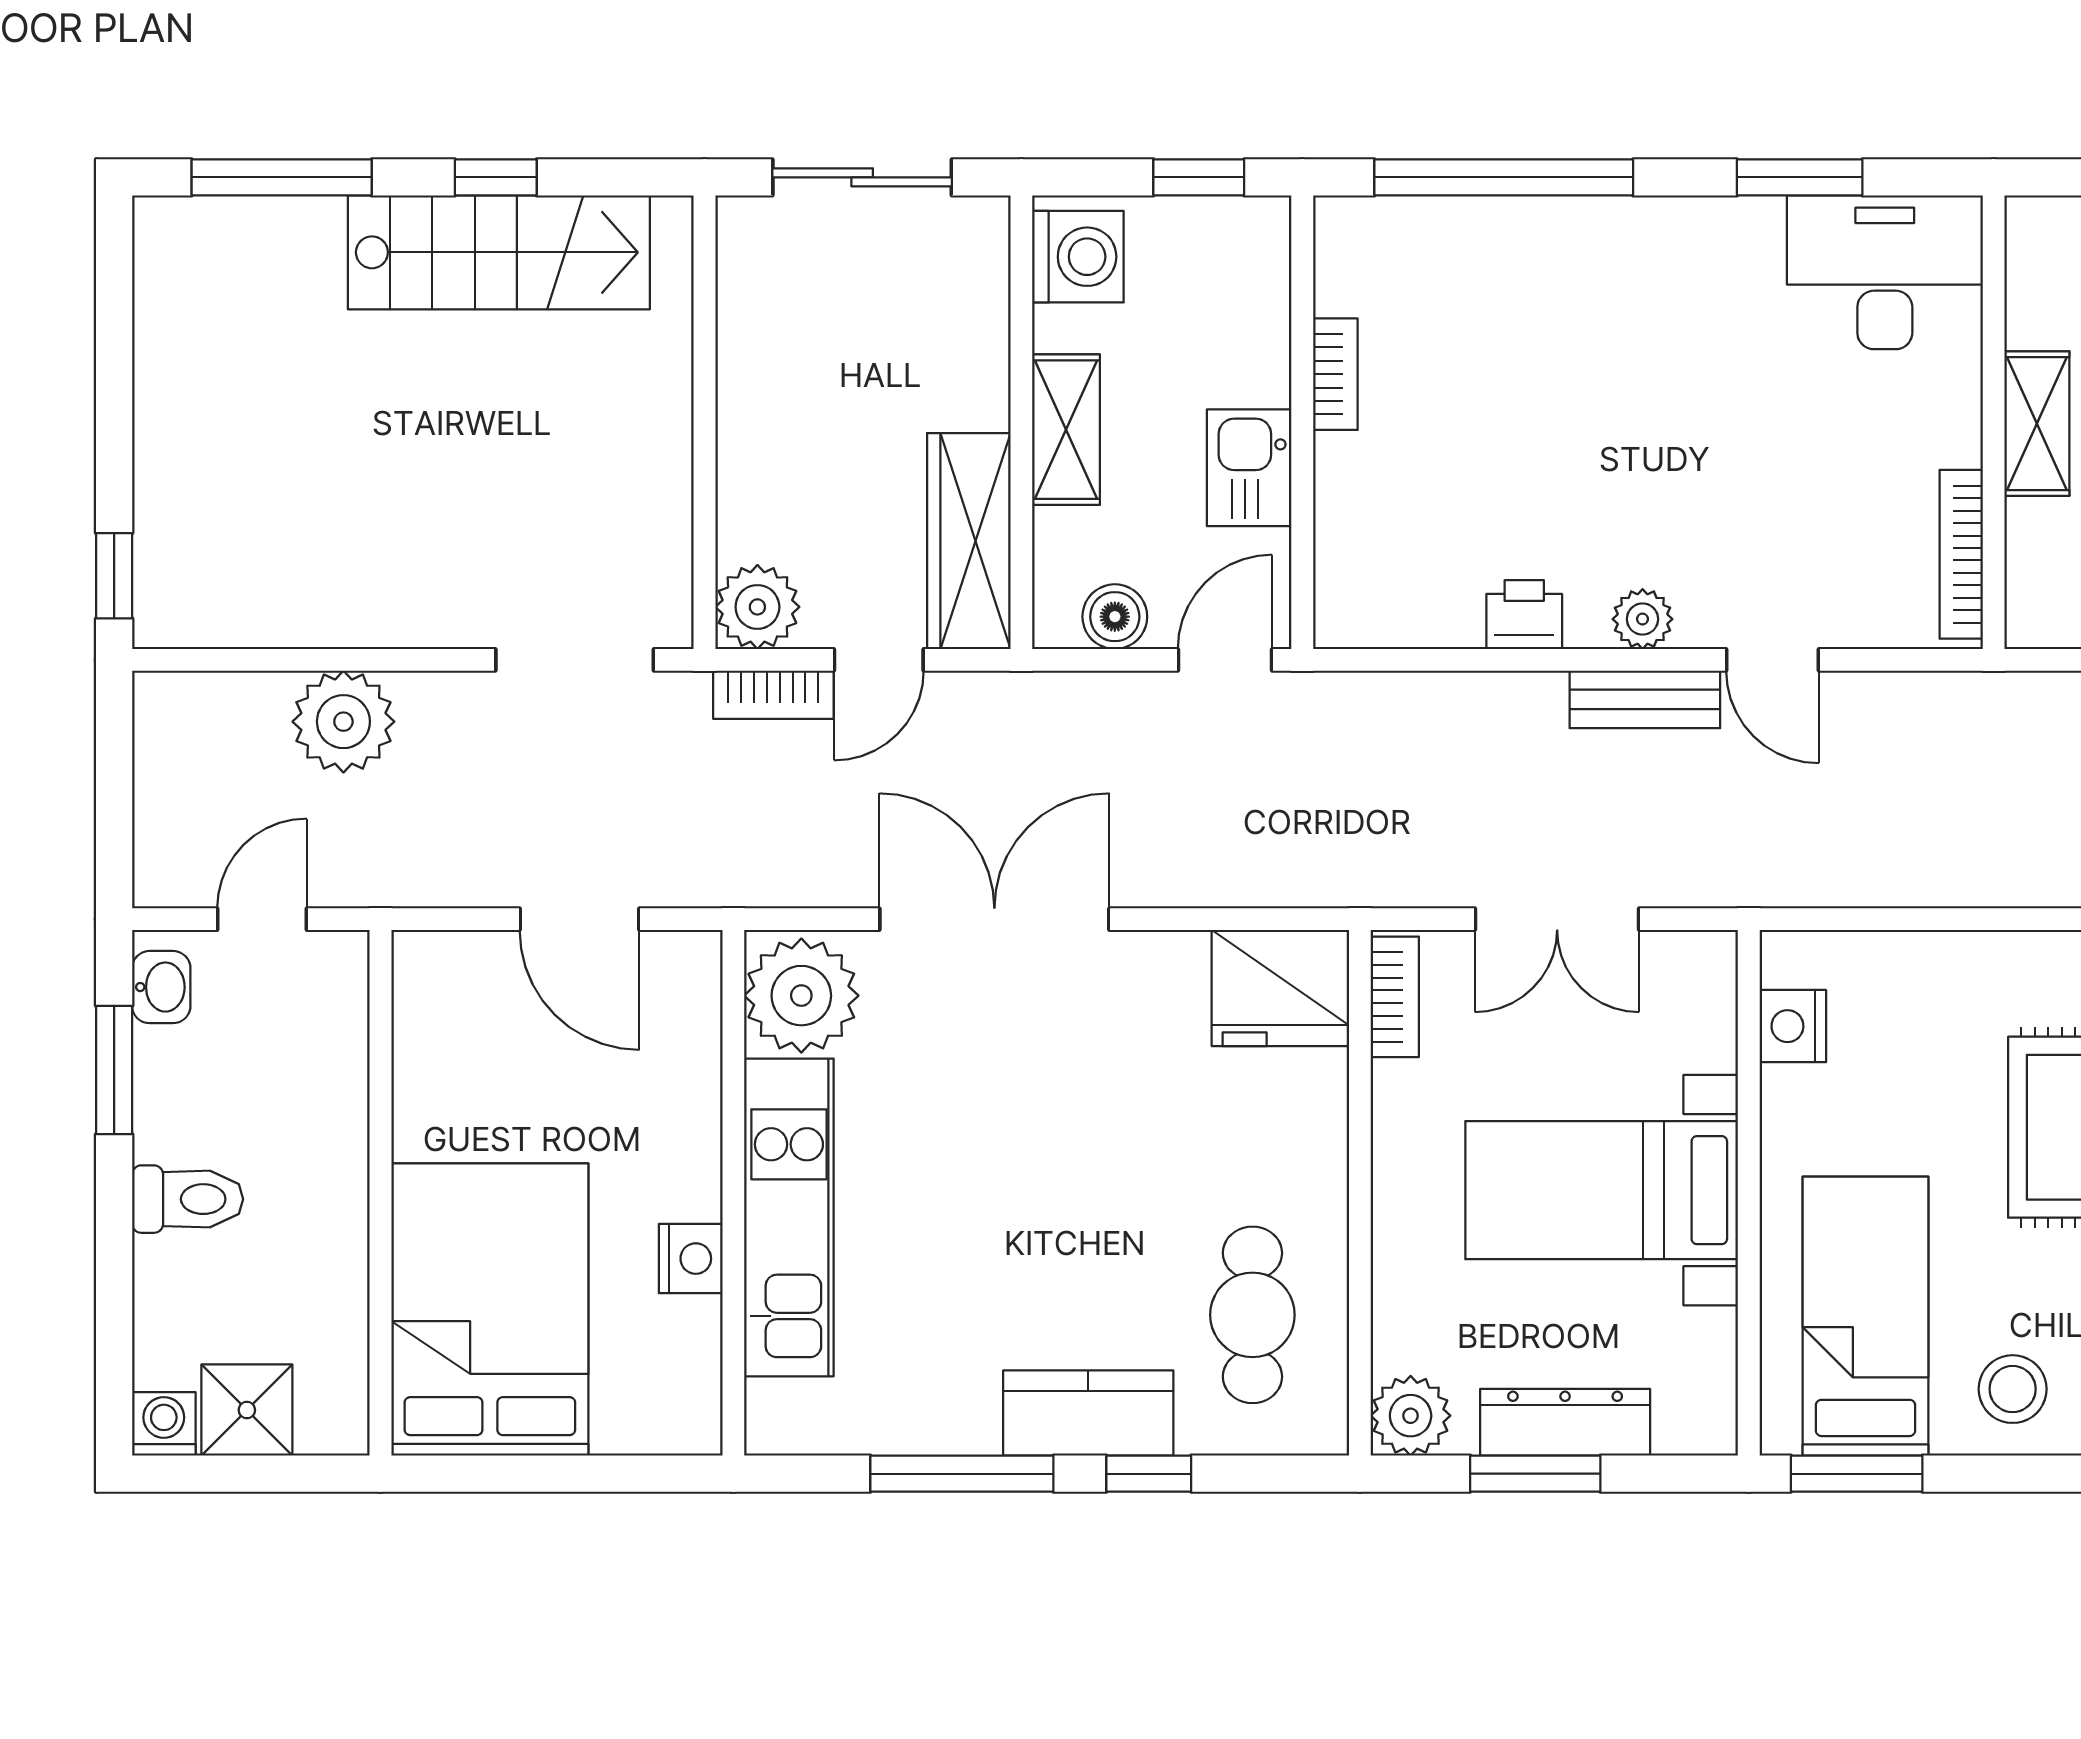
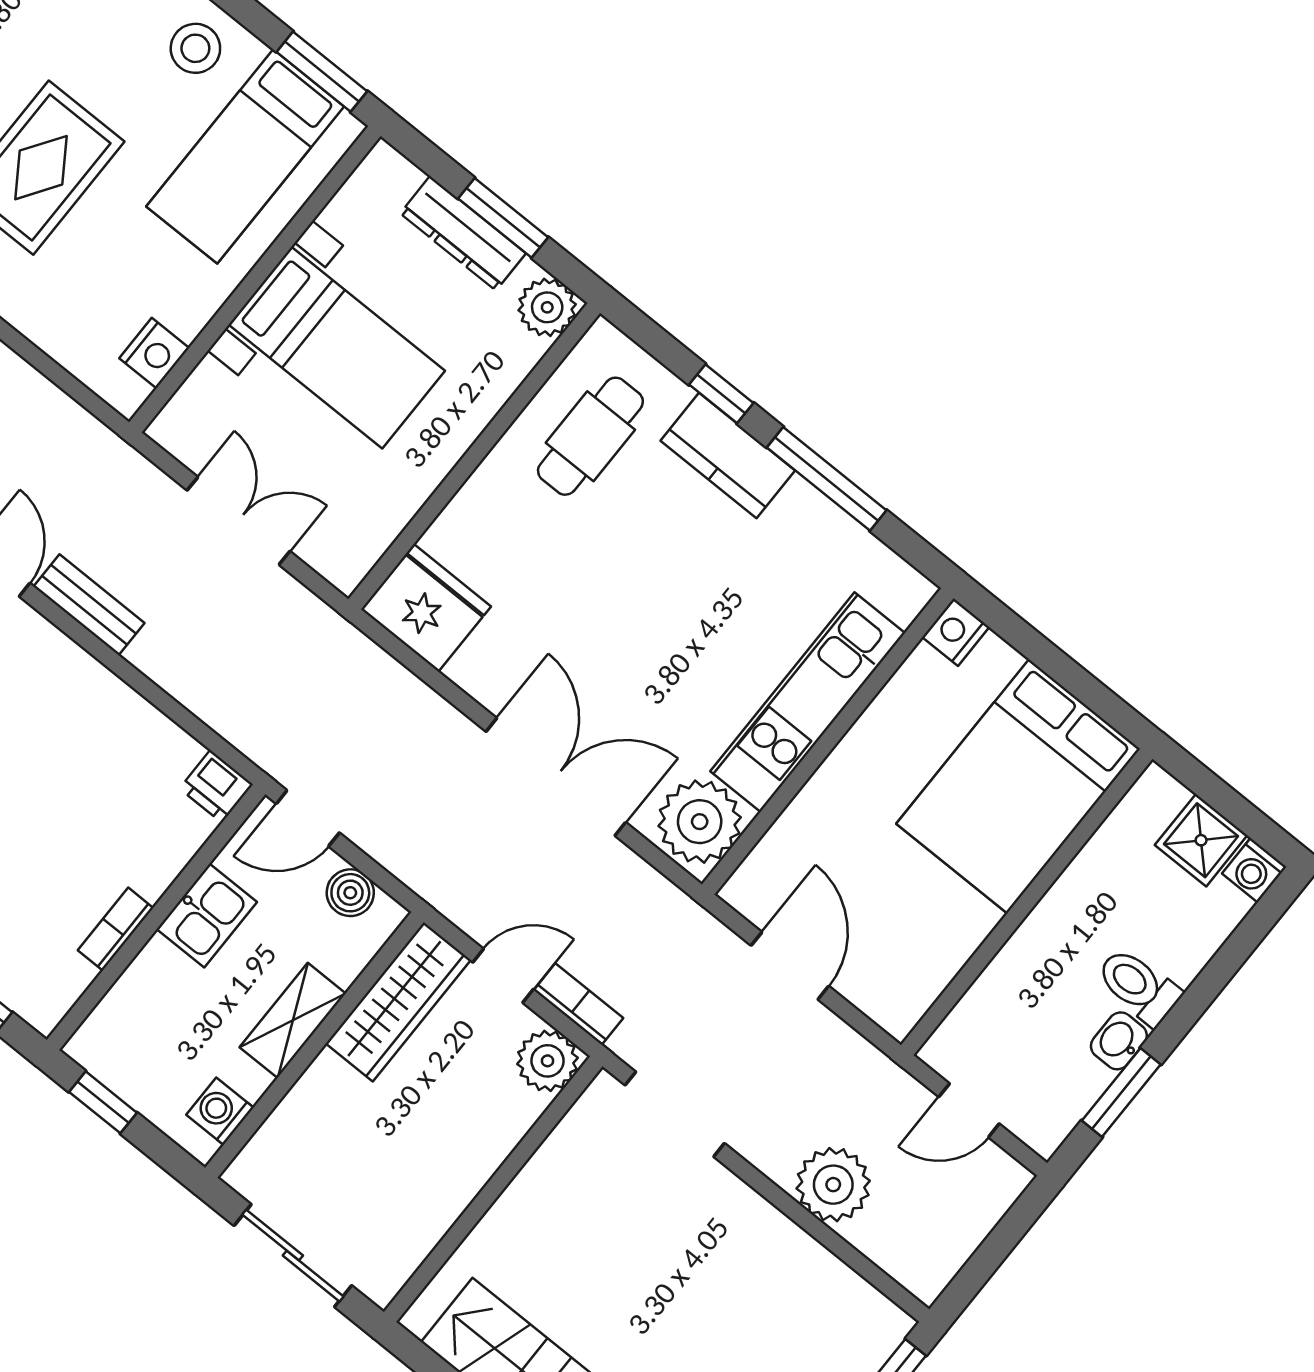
washing machine: (1078, 257) -> (220, 1111), width x0.73, depth x0.73
printer: (1524, 615) -> (216, 786), moved
plant: (1643, 619) -> (54, 651), removed
double door: (994, 919) -> (556, 777), swing flipped
washbasin: (161, 987) -> (1119, 1041), moved
bookcase: (1395, 997) -> (365, 551), removed
nightstand: (691, 1259) -> (956, 632), moved

